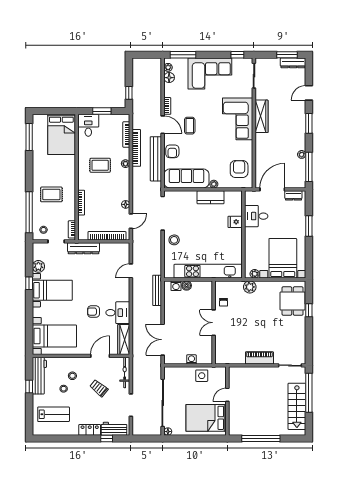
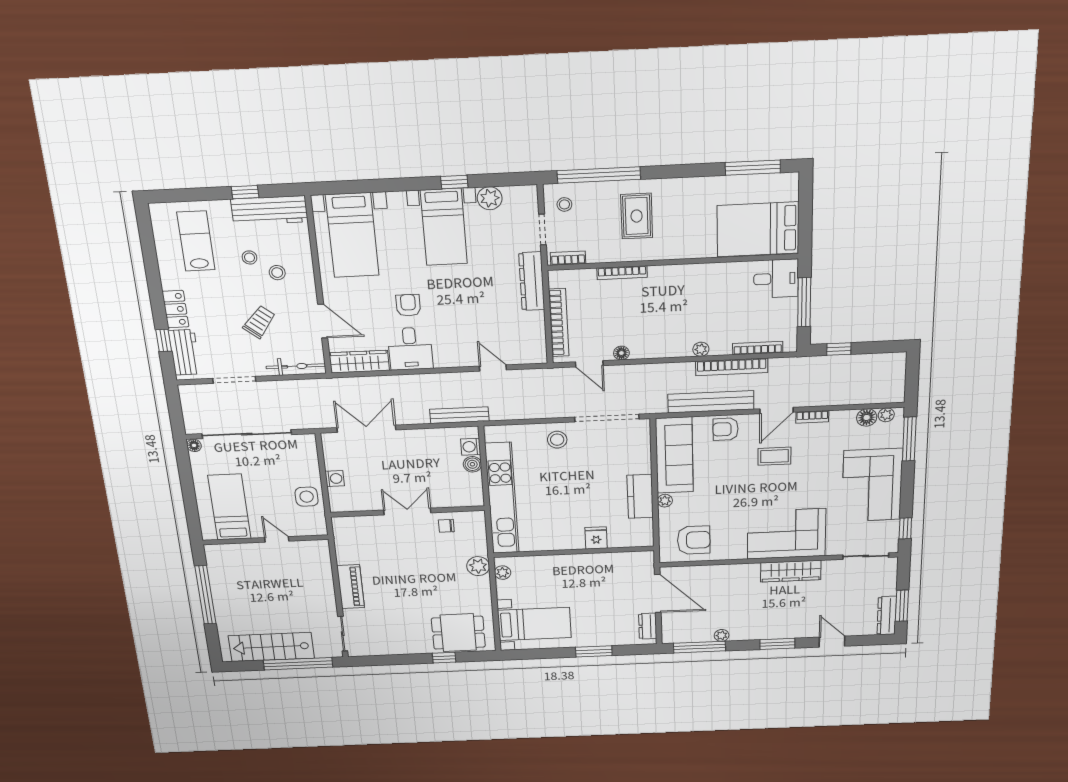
window: (102, 111) -> (804, 302), width x1.44
rug: (100, 165) -> (697, 304), removed
desk: (256, 216) -> (608, 571), removed
bed with nightstands: (283, 258) -> (534, 624), width x0.73
lab bench: (54, 414) -> (196, 241), turned 180
bed: (206, 418) -> (229, 507), width x0.67

